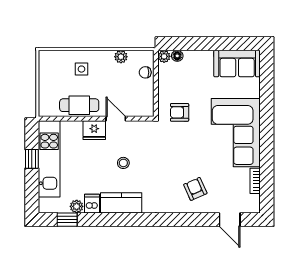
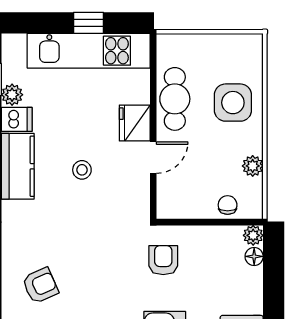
side table: (81, 69) -> (233, 103), width x1.87, depth x1.87

